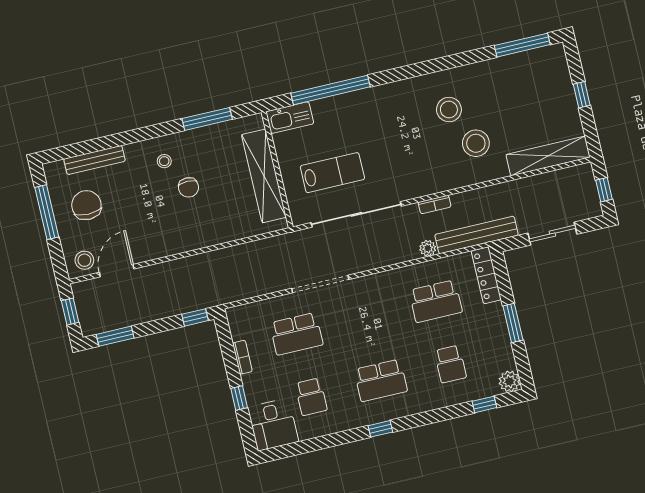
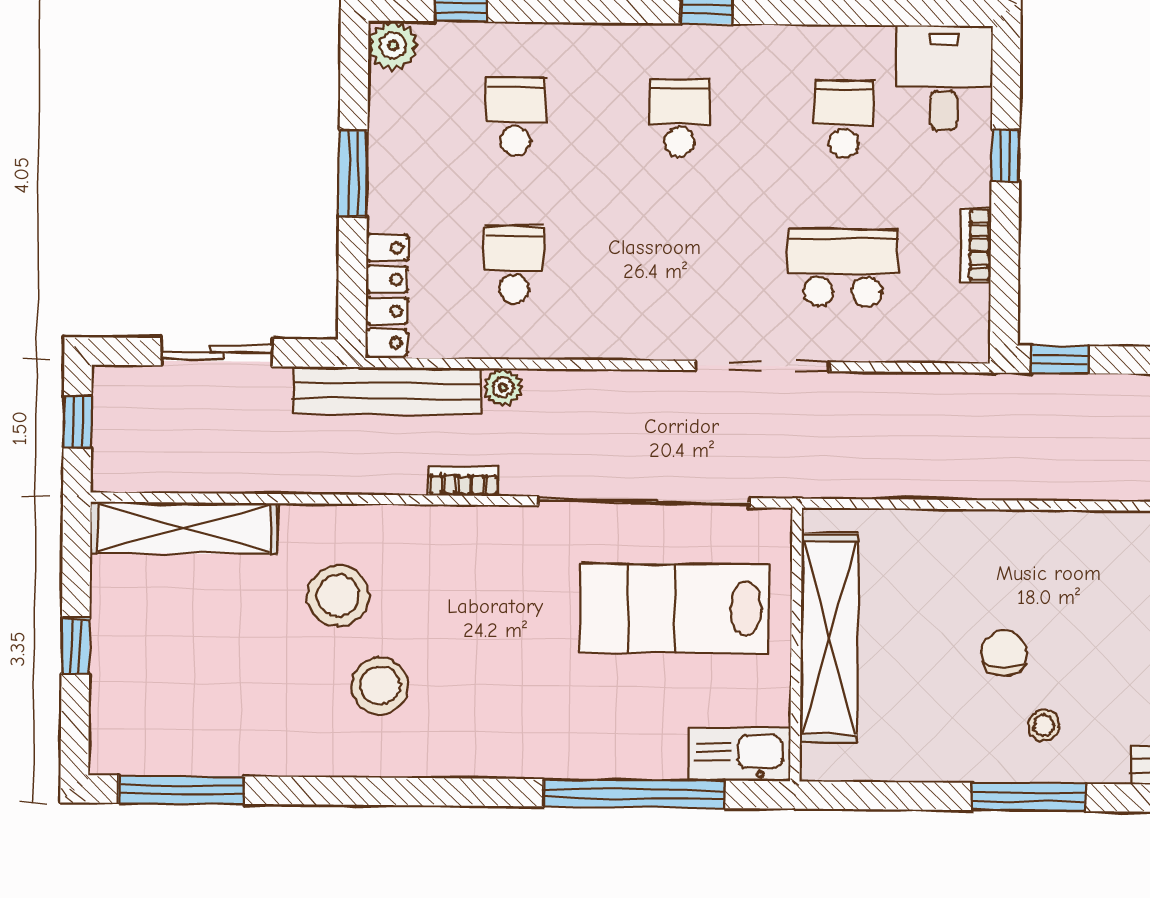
window: (207, 119) -> (1029, 797), moved
lab bench: (332, 173) -> (675, 608), width x1.36, depth x1.39
school desk: (436, 301) -> (514, 265), width x0.54
school desk: (381, 380) -> (680, 118), width x0.54

